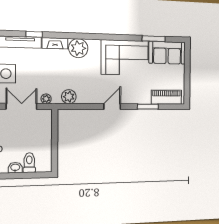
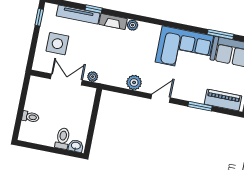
plant: (78, 48) -> (133, 25), width x0.53, depth x0.53
plant: (69, 97) -> (134, 82), moved
washbasin: (15, 168) -> (76, 146), moved

